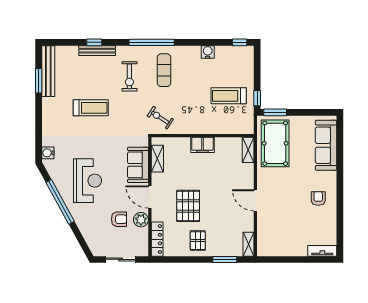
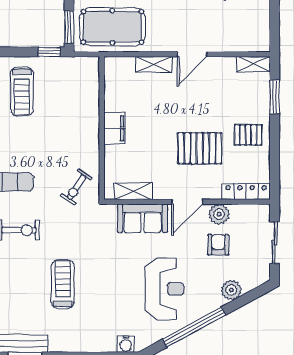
treadmill: (229, 96) -> (22, 91), moved
shelving: (248, 150) -> (154, 64), moved
reception desk: (87, 181) -> (164, 289), turned 90
plant: (87, 228) -> (231, 290), added

